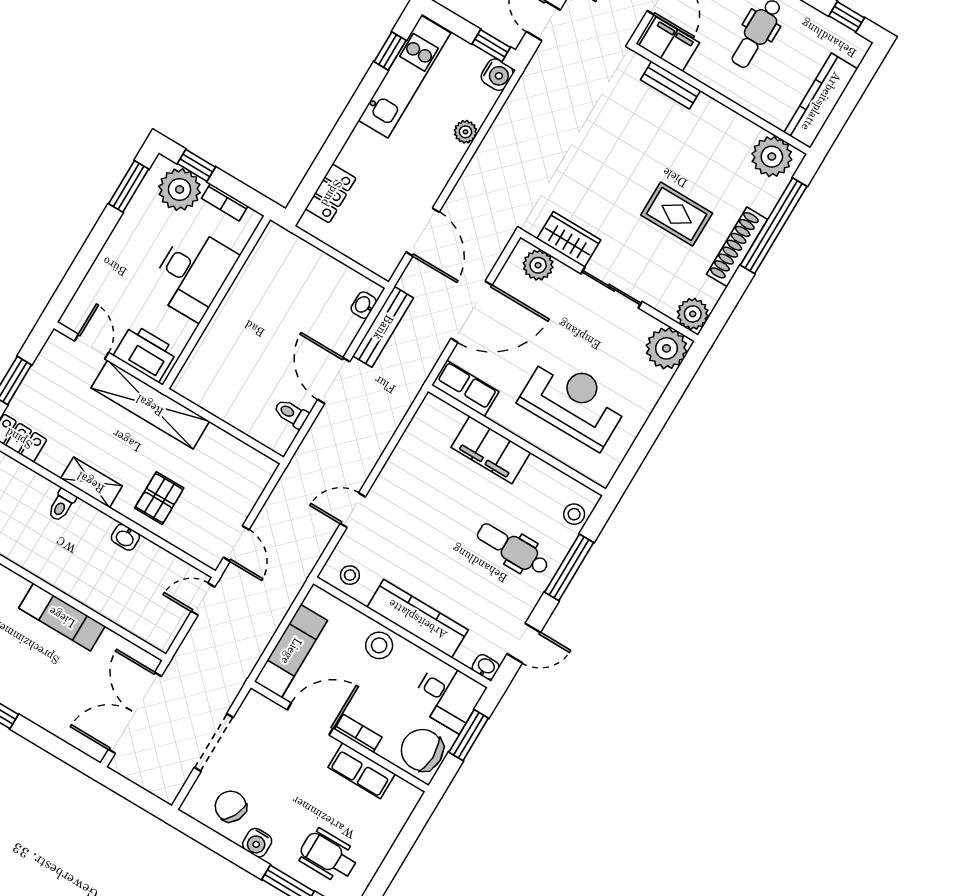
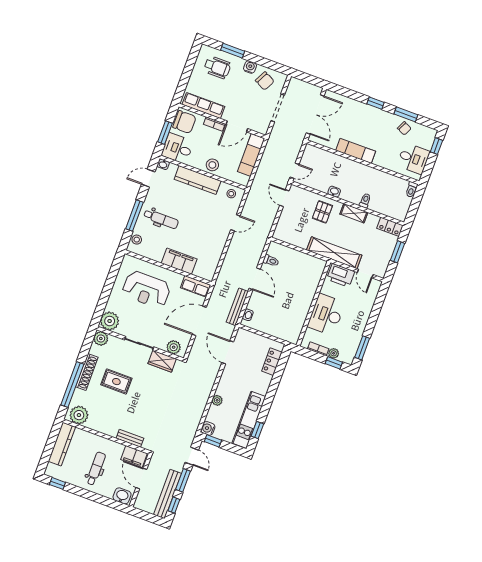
plant: (180, 189) -> (334, 353), width x0.53, depth x0.53
row of seats: (362, 771) -> (203, 106), width x1.48

